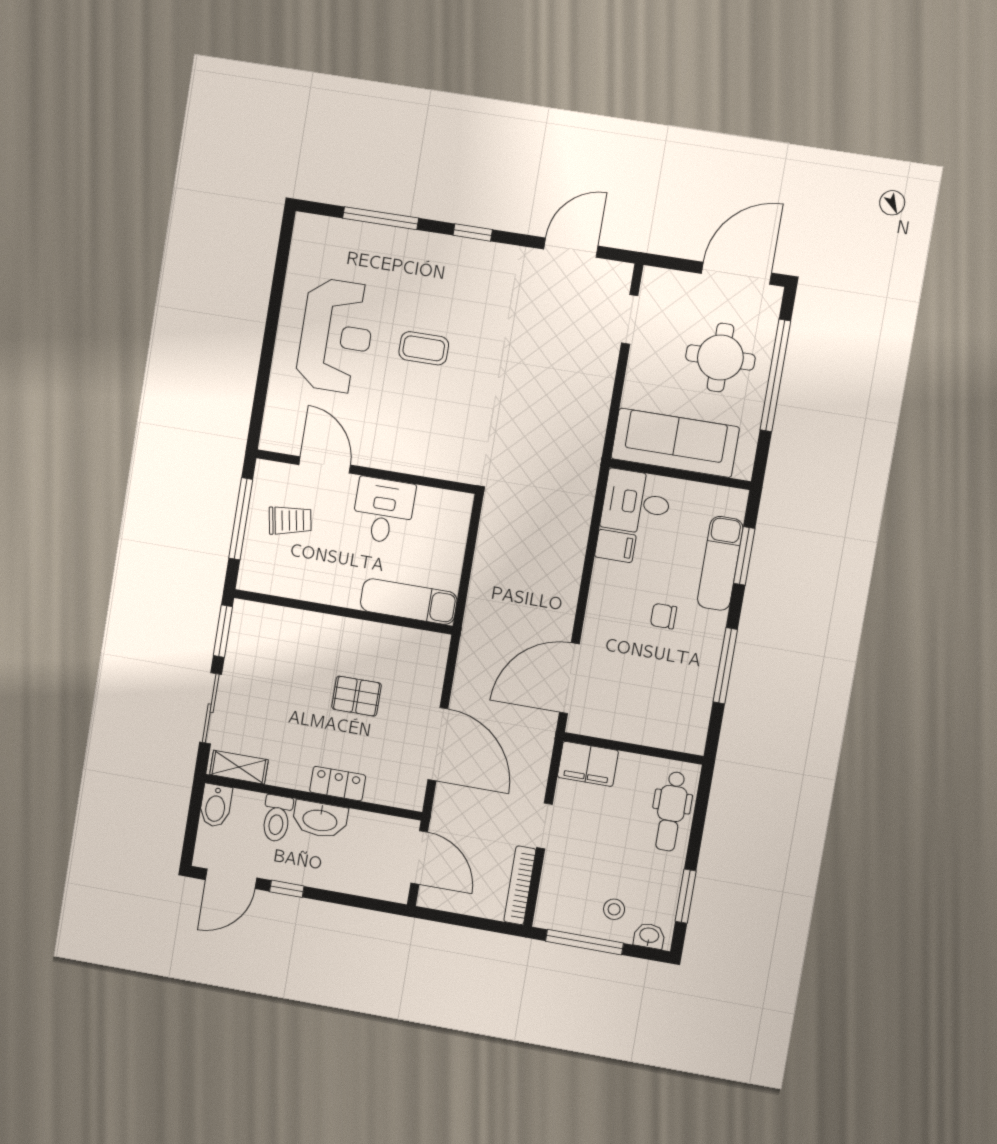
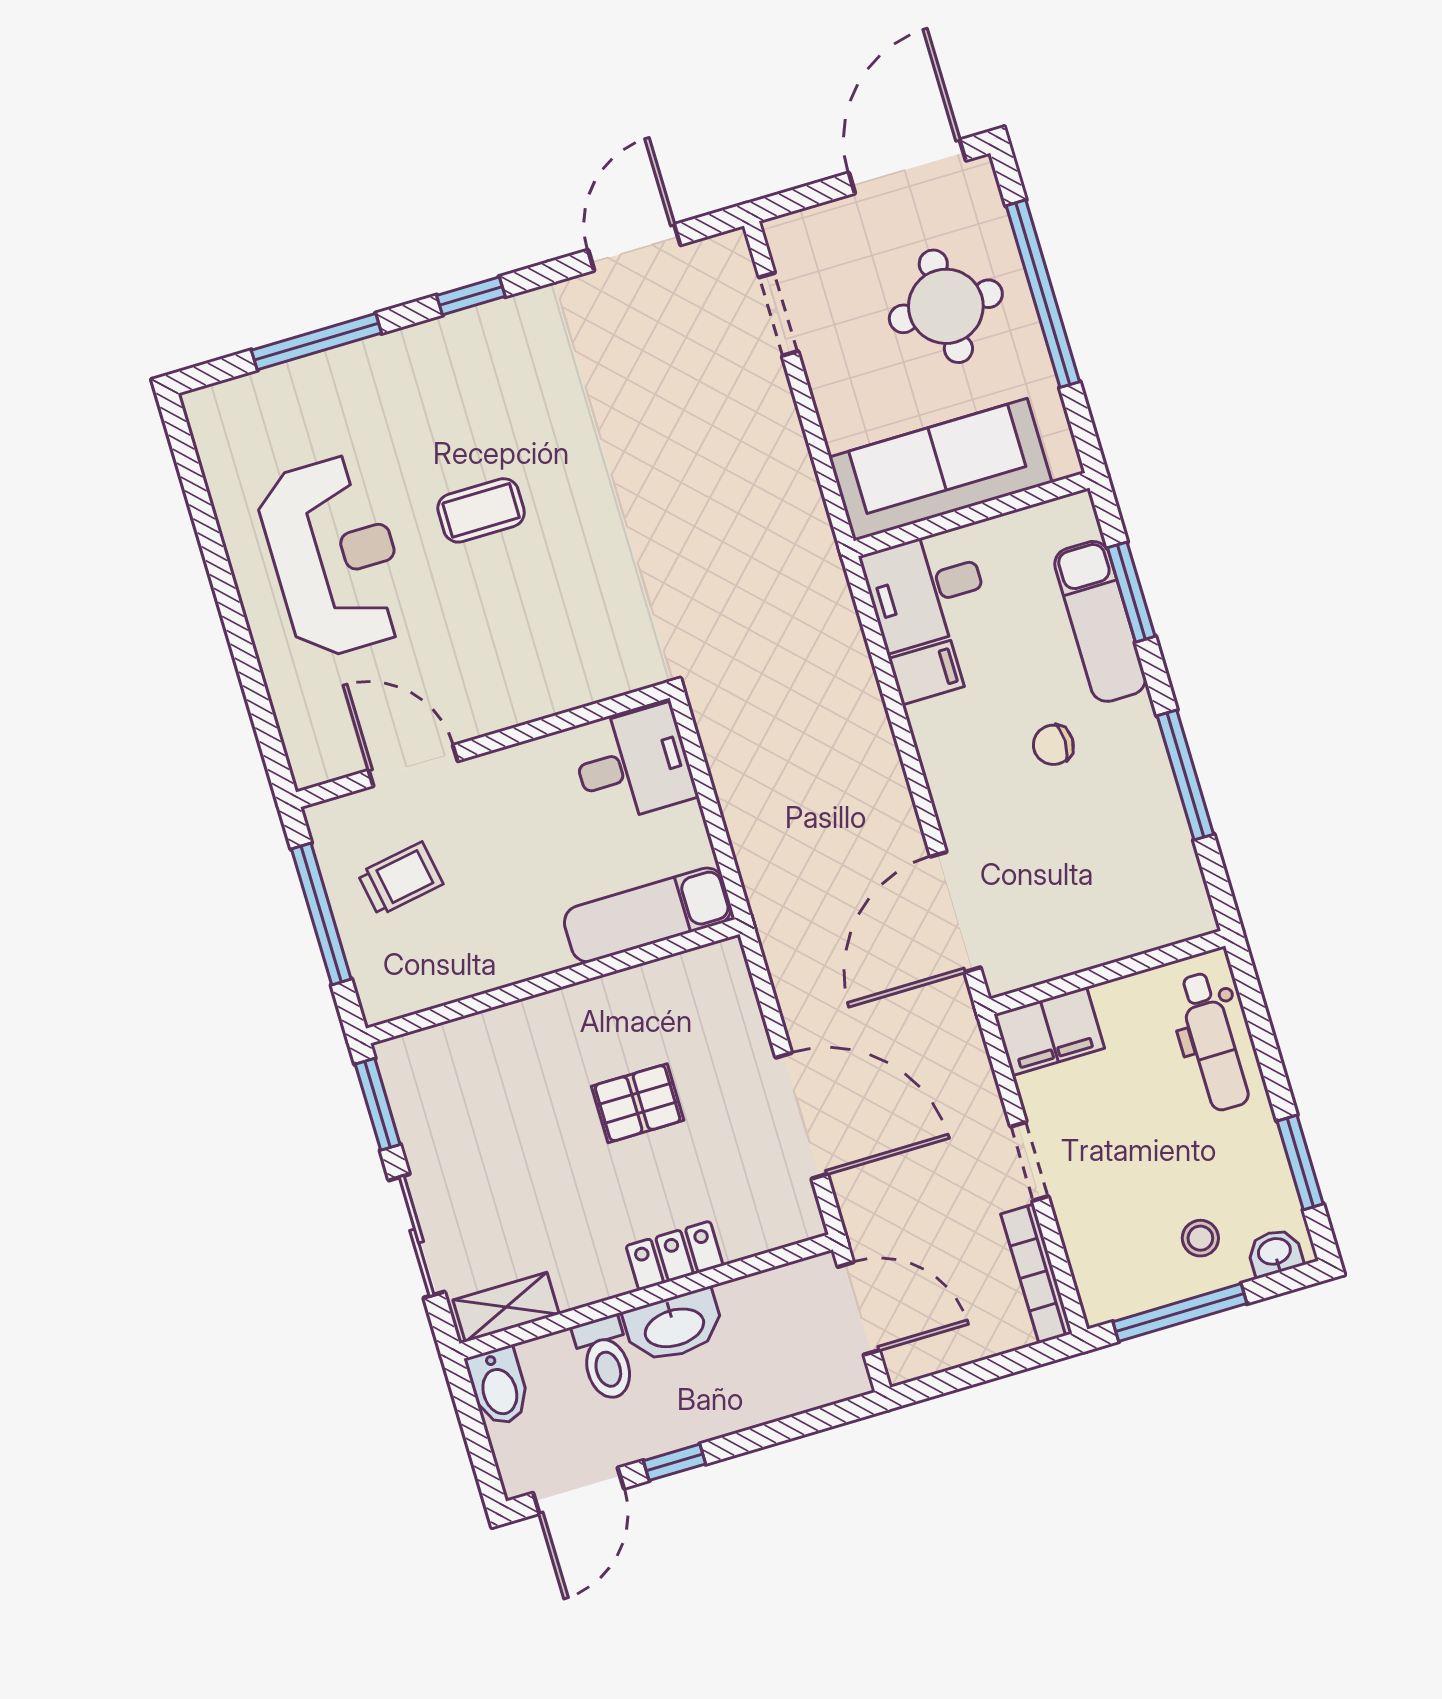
desk: (383, 511) -> (633, 764), moved, turned 90

